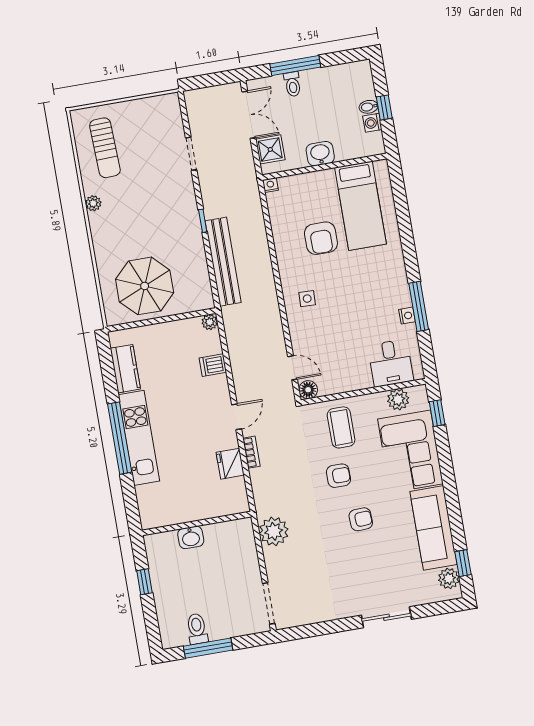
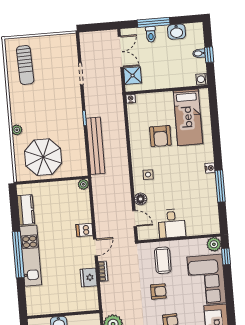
washing machine: (372, 123) -> (202, 79), moved
washbasin: (320, 154) -> (176, 32), moved, turned 180
plant: (93, 203) -> (17, 130), moved
nightstand: (407, 316) -> (210, 168), moved
desk: (391, 363) -> (172, 223), moved
dishwasher: (213, 365) -> (84, 230), moved
floor lamp: (308, 390) -> (141, 199), moved
plant: (398, 399) -> (214, 244), moved

